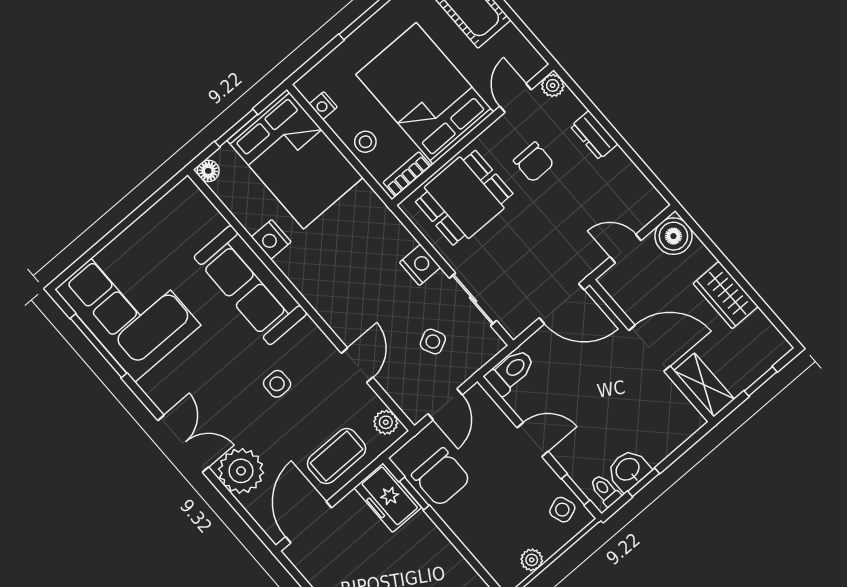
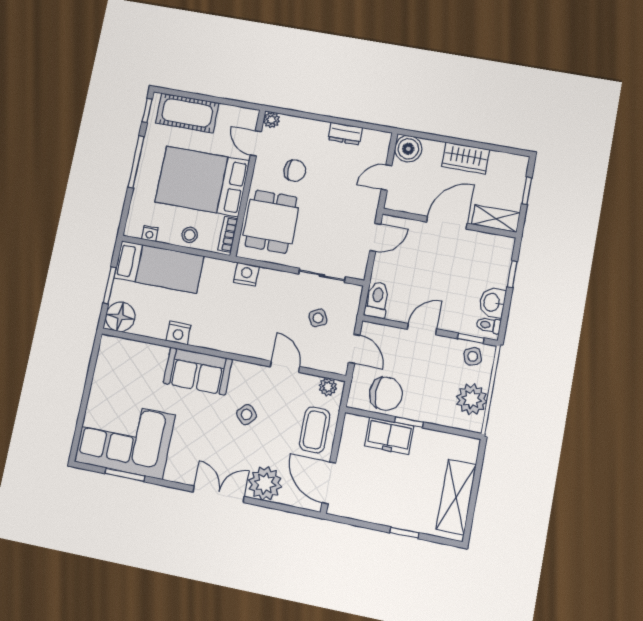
dresser: (594, 135) -> (345, 134), moved
bed: (295, 159) -> (159, 267), width x0.67
floor lamp: (208, 171) -> (120, 317), width x1.89, depth x1.89
nightstand: (420, 265) -> (246, 274), moved
sofa: (250, 285) -> (198, 371), width x0.73
door: (562, 304) -> (375, 237), width x0.73
window: (99, 346) -> (125, 475), width x0.69
side table: (277, 384) -> (246, 415), turned 45
window: (644, 482) -> (512, 274), moved
window: (414, 493) -> (409, 422), moved
freezer: (388, 498) -> (389, 436), moved
plant: (532, 560) -> (472, 399), width x1.87, depth x1.87

